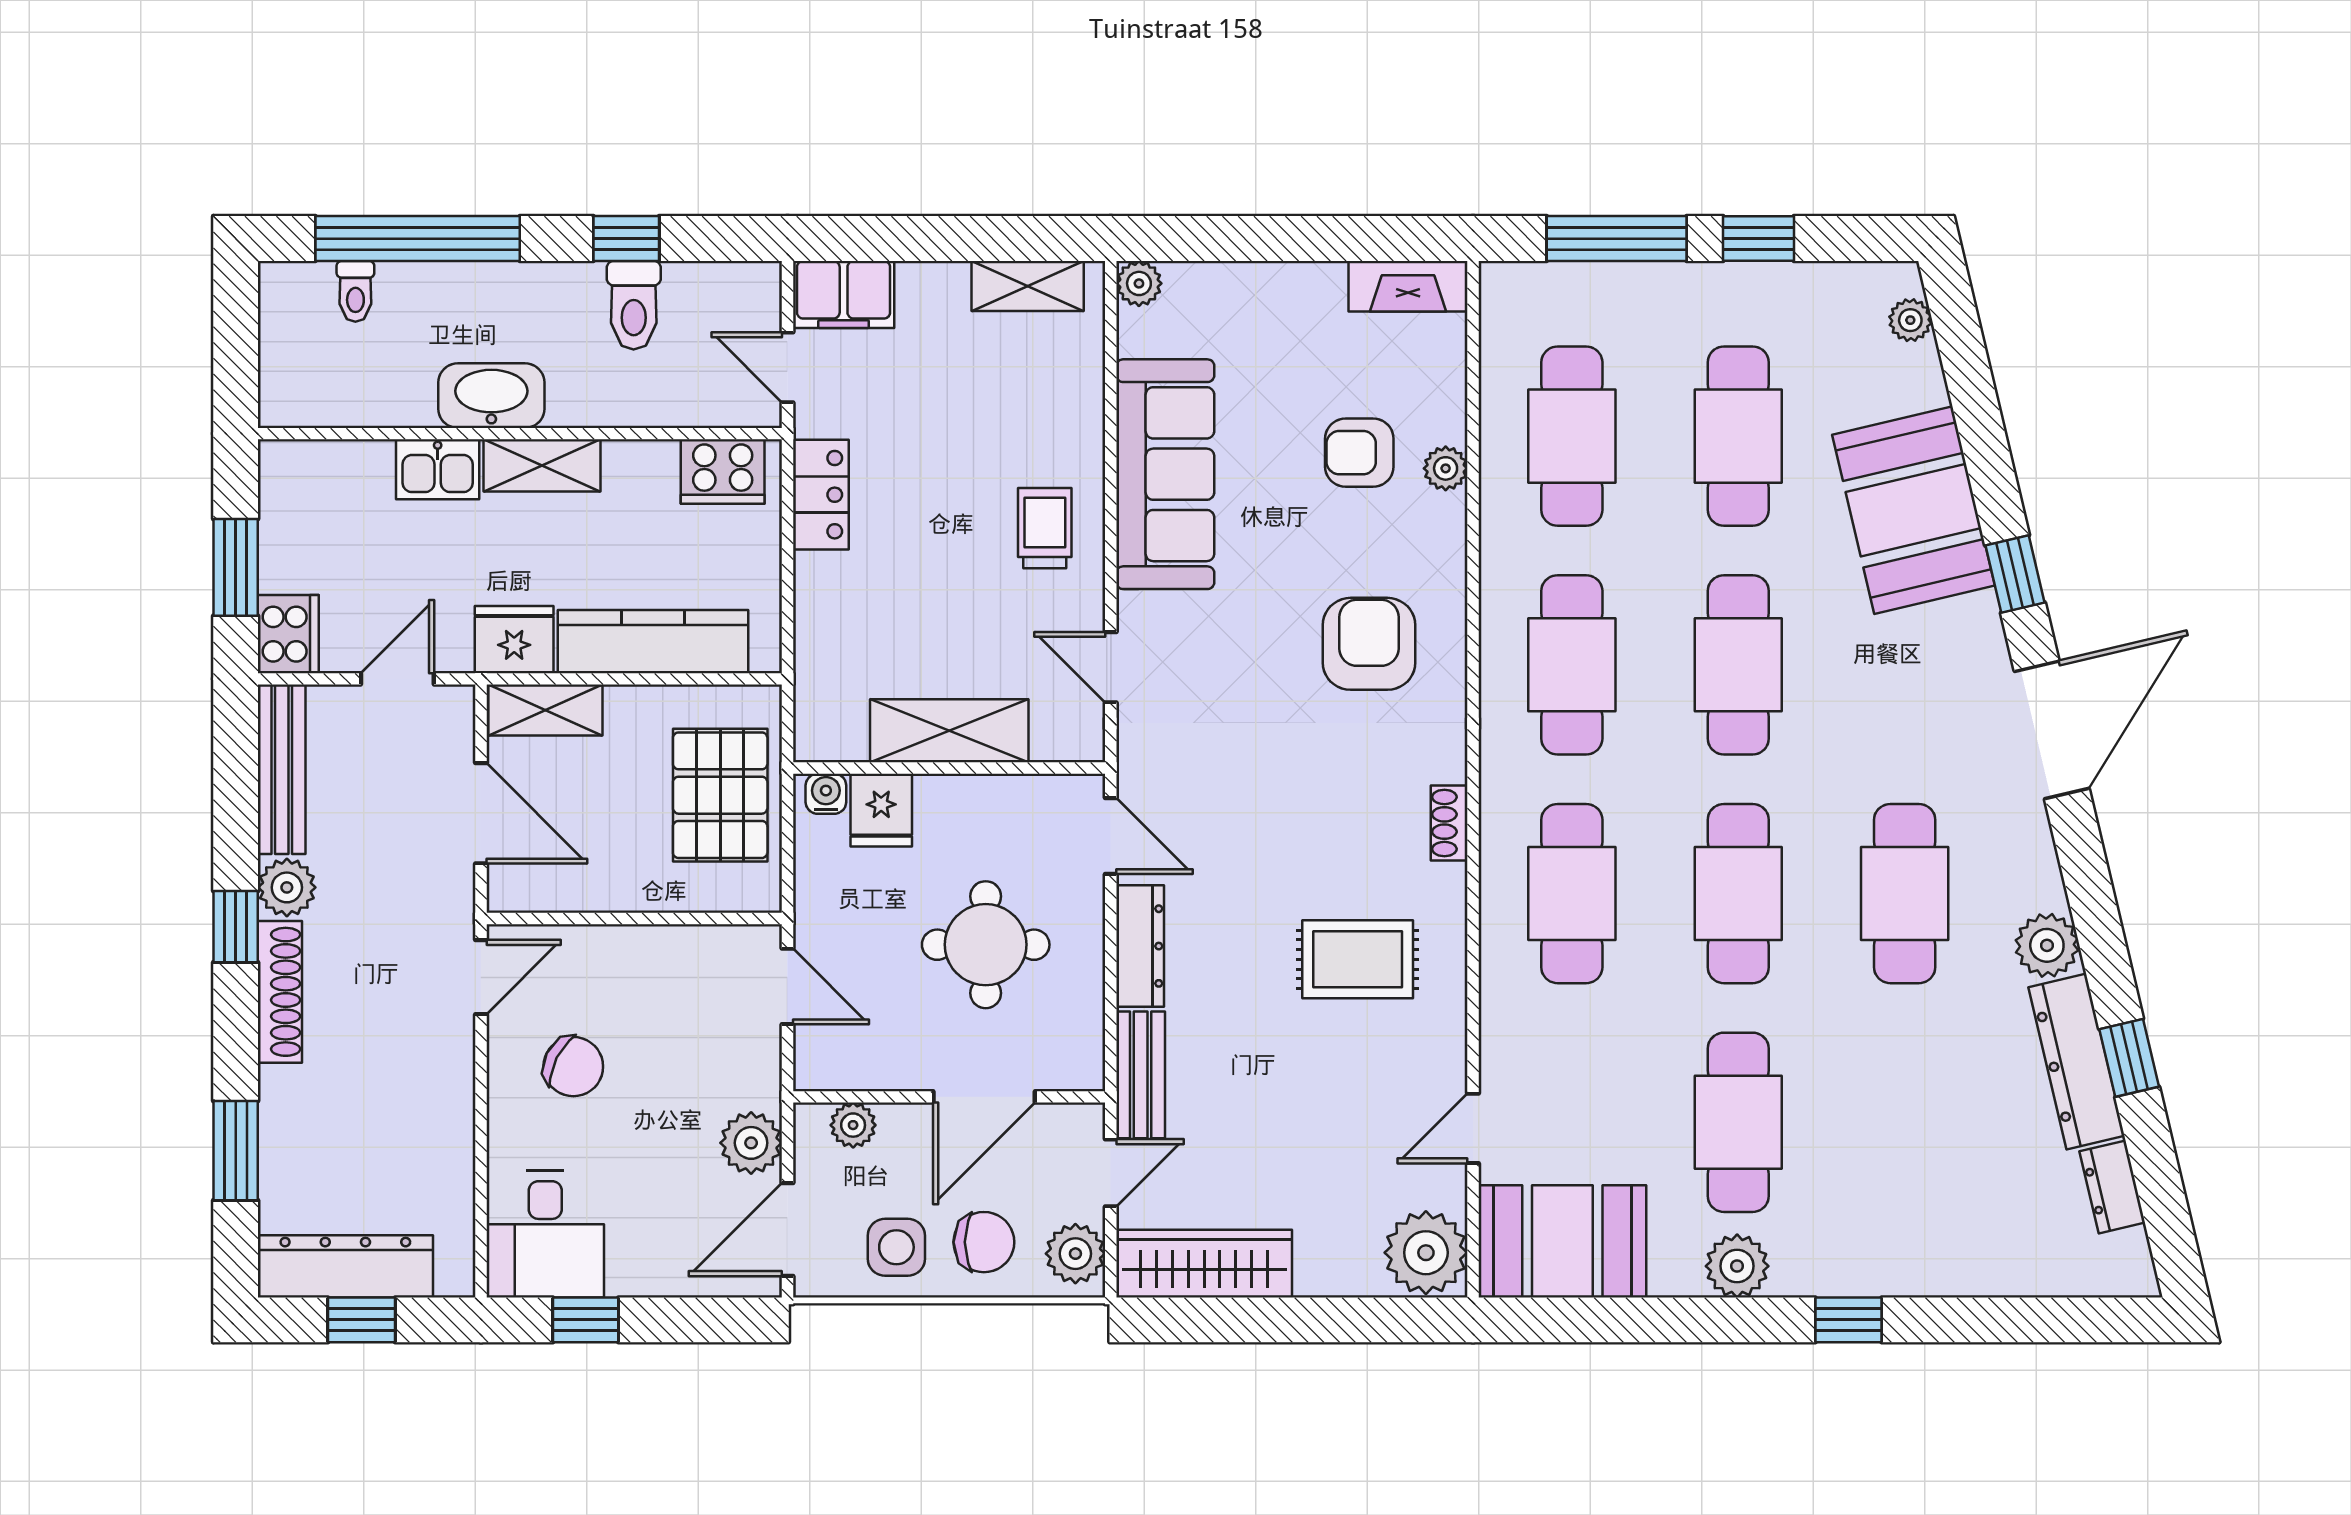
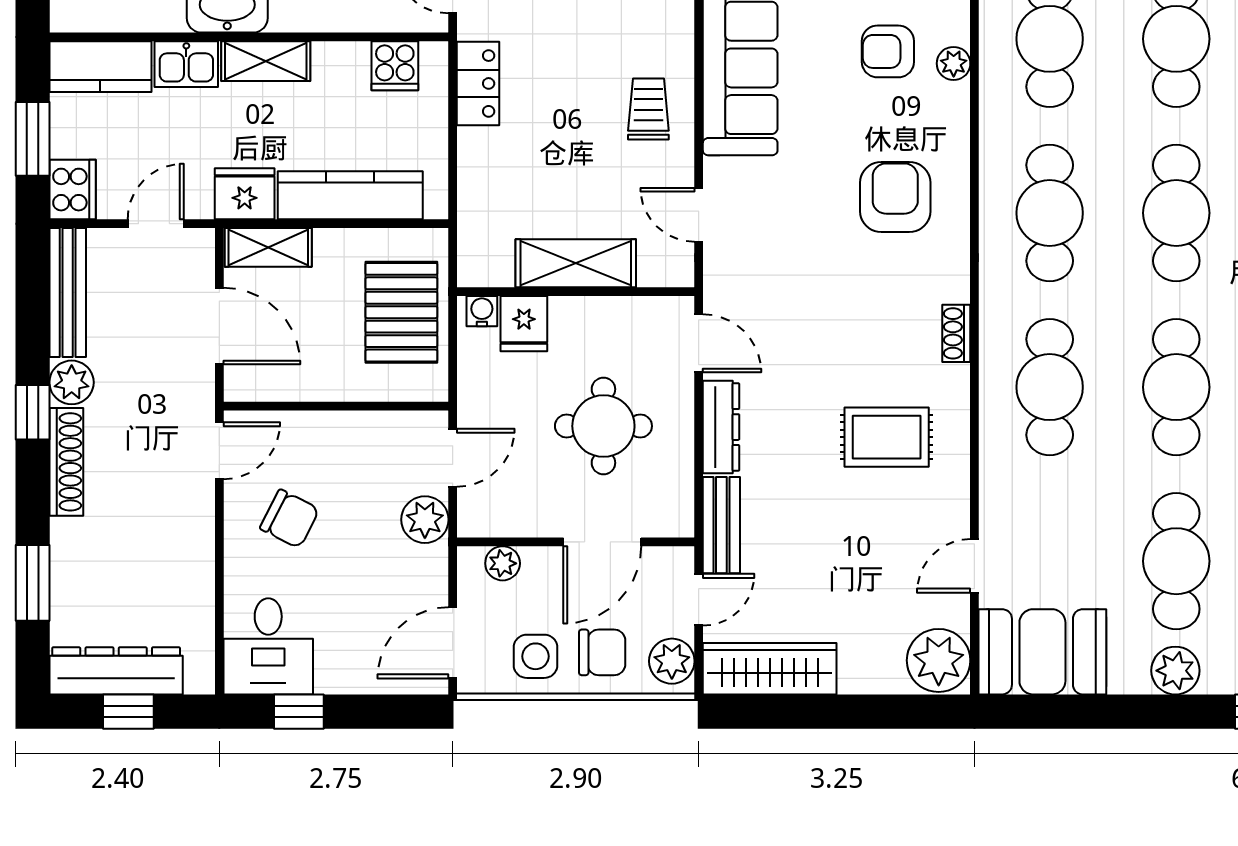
cooker: (723, 471) -> (395, 66), width x0.73
kitchen counter: (325, 473) -> (100, 67), added
door: (787, 986) -> (453, 458), hinge flipped
plant: (751, 1143) -> (425, 520), moved

